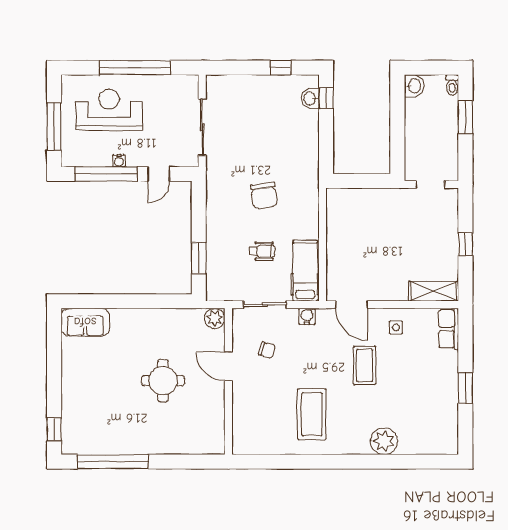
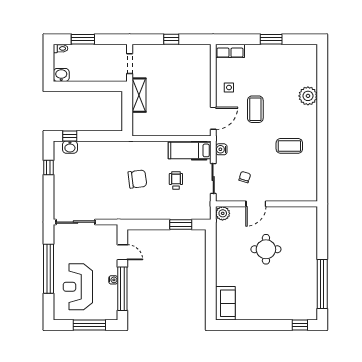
sliding door: (202, 127) -> (75, 222), moved
shelving: (434, 291) -> (139, 95), moved
coffee table: (365, 365) -> (255, 109), turned 90
coffee table: (312, 414) -> (289, 146), width x0.73, depth x0.76

